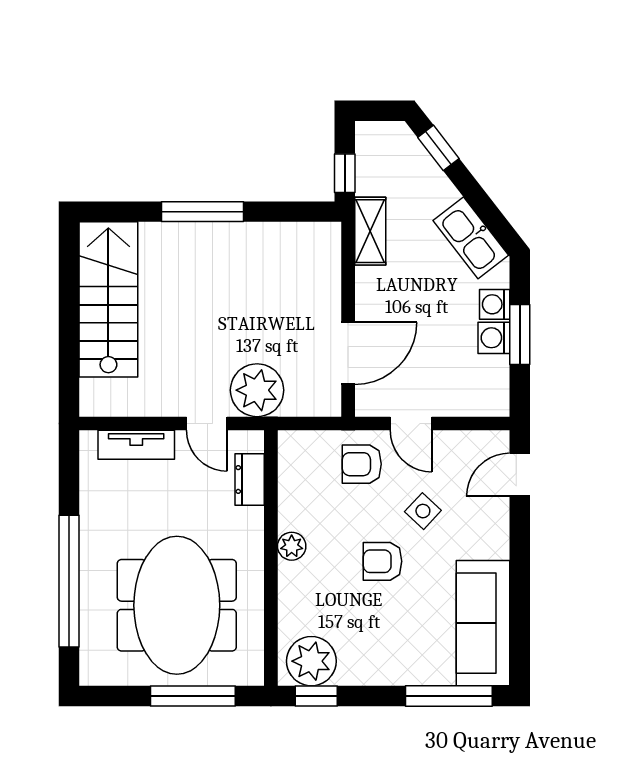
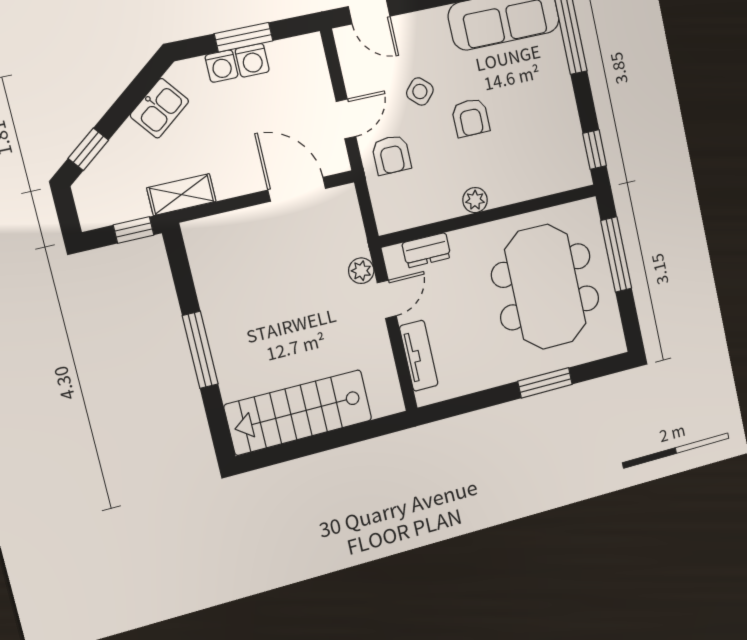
kitchen sink: (471, 238) -> (159, 108), width x0.73
plant: (257, 390) -> (361, 271), width x0.53, depth x0.53
window: (69, 581) -> (545, 383), width x0.47
meeting table: (177, 605) -> (545, 287), turned 90
plant: (311, 661) -> (567, 160), removed

